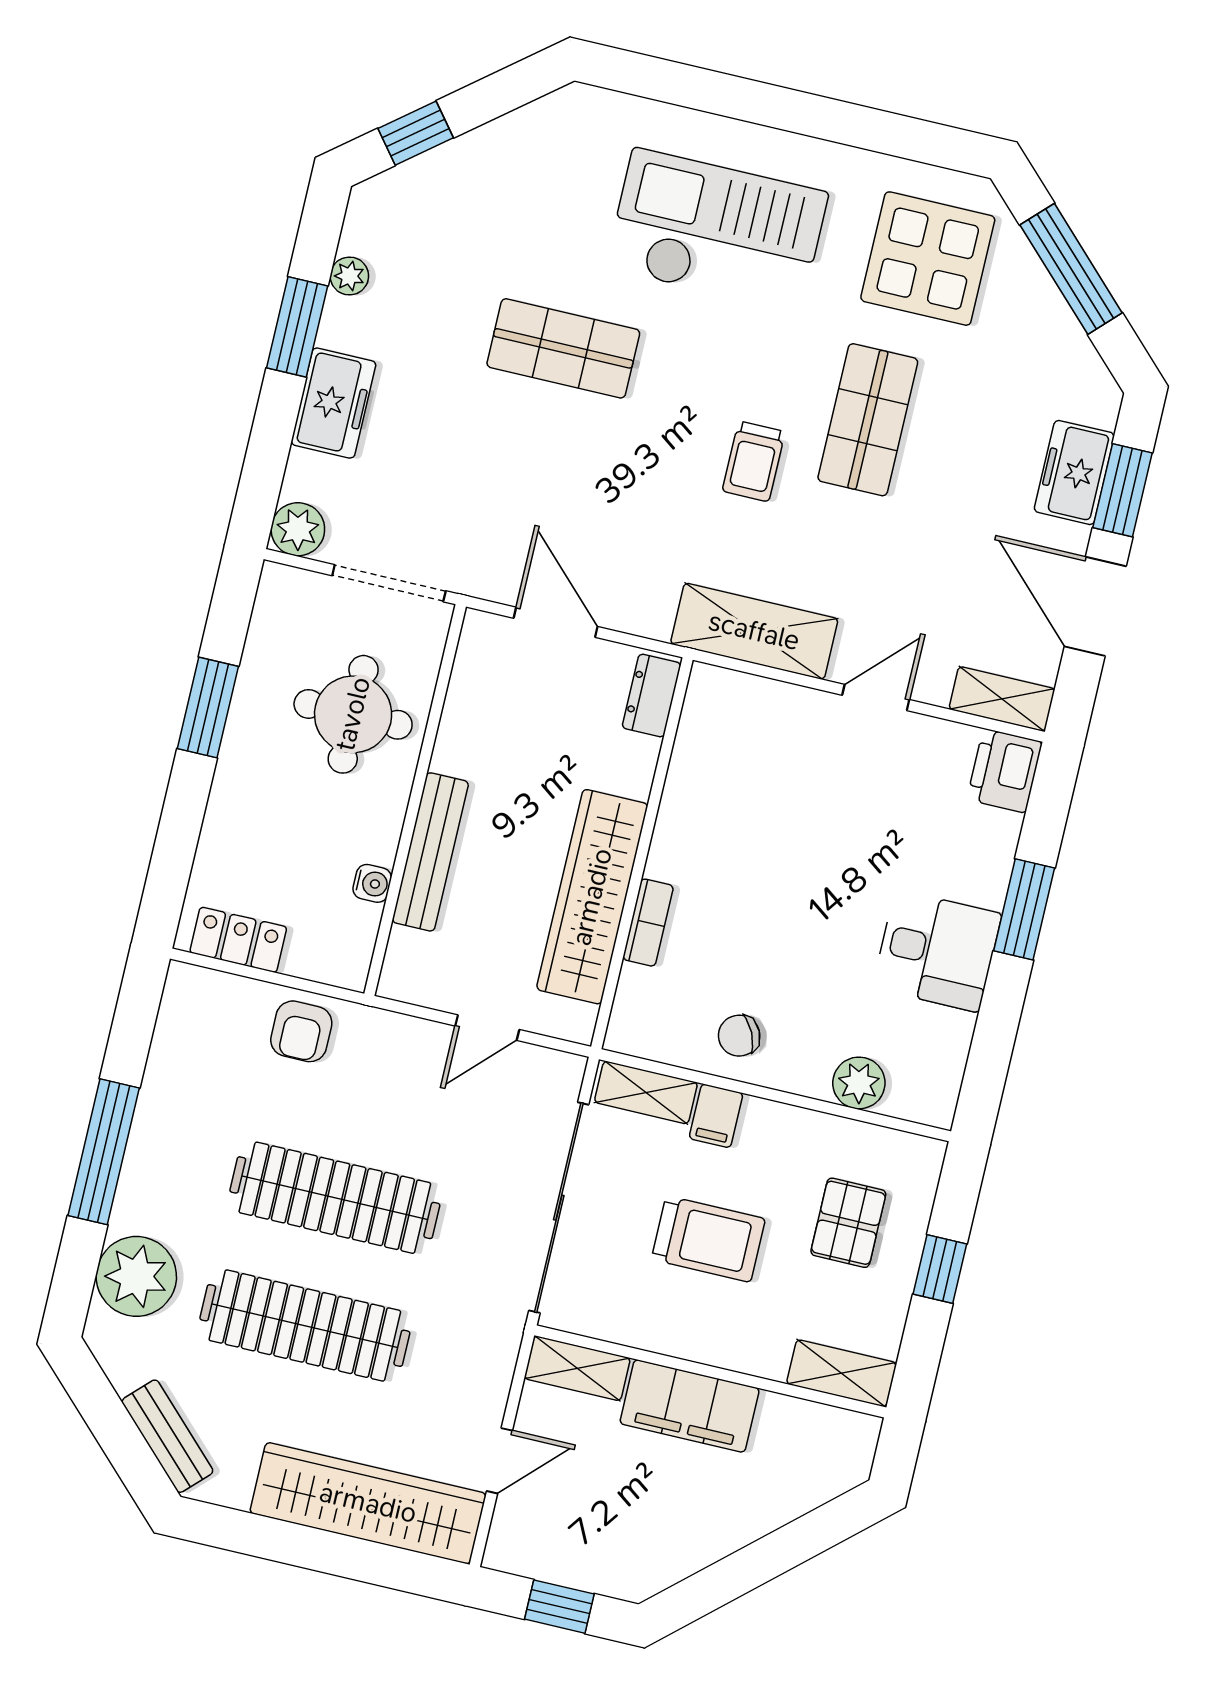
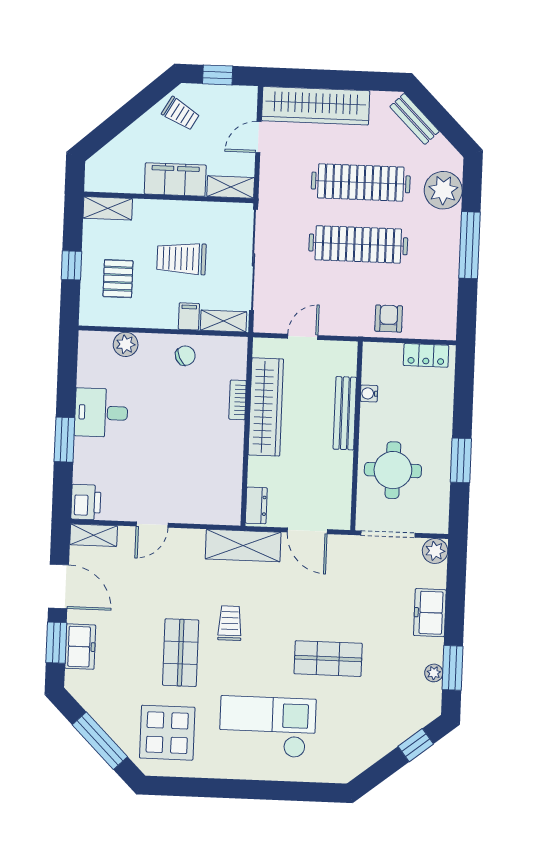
checkout: (717, 231) -> (267, 727), turned 180
window: (297, 327) -> (453, 668), moved
shelving: (754, 631) -> (243, 546), moved
trolley: (652, 1541) -> (181, 114), added

